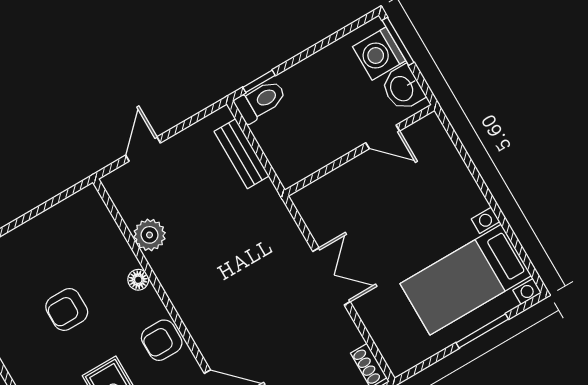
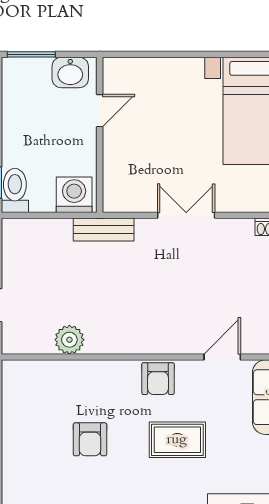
washing machine: (379, 54) -> (74, 195), moved, turned 180
bench: (242, 154) -> (104, 230), moved
floor lamp: (138, 280) -> (100, 369), removed

